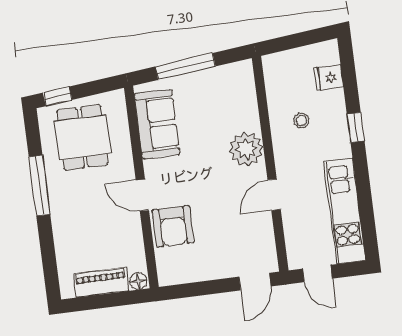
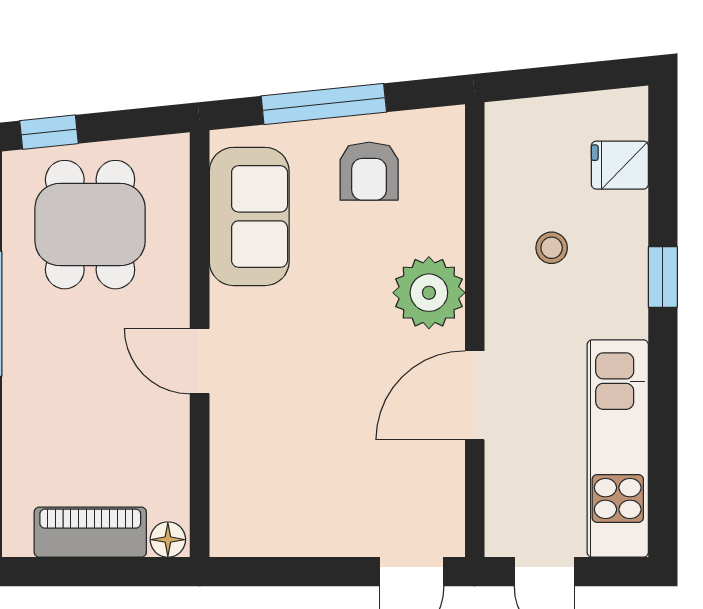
door: (274, 195) -> (475, 395), width x1.38
armchair: (173, 226) -> (369, 171), moved, width x0.72, depth x0.72

